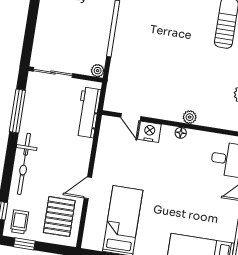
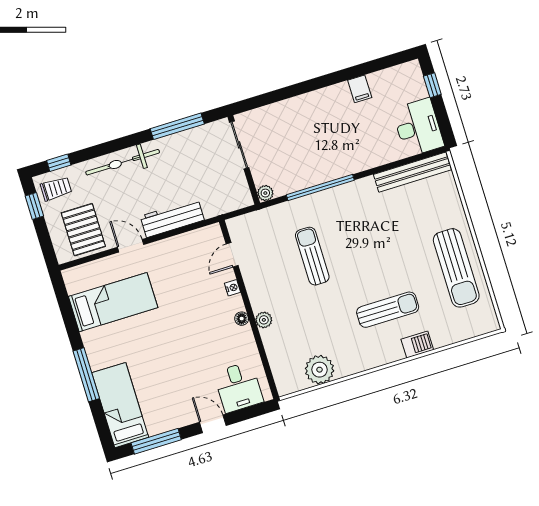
sun lounger: (160, 59) -> (312, 256), added
workbench: (88, 112) -> (172, 218), moved
nightstand: (149, 132) -> (233, 288), width x0.53, depth x0.56
pallet: (59, 217) -> (83, 230), turned 90

